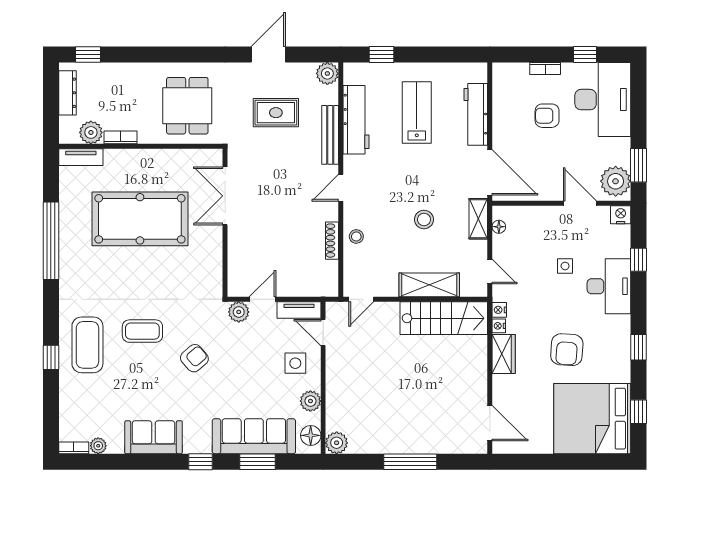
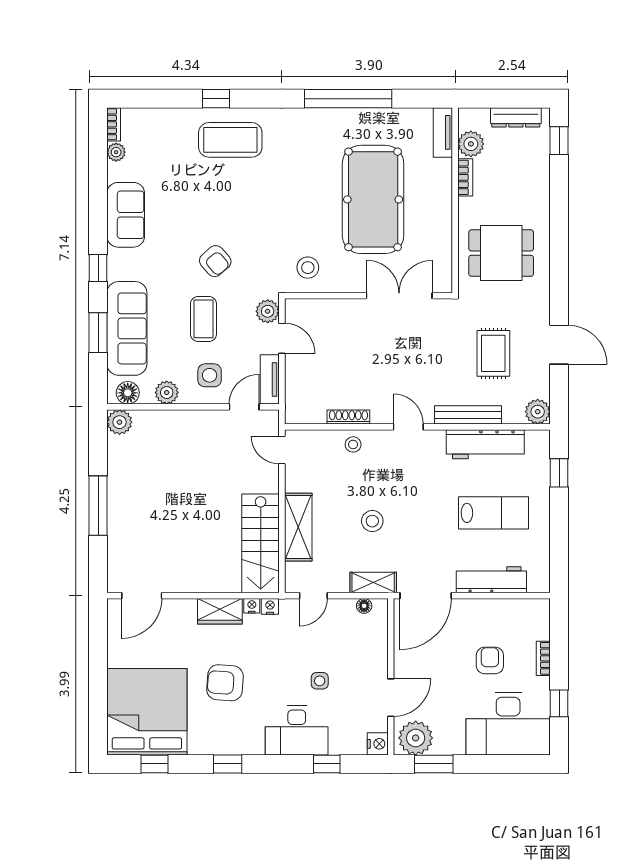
stool: (200, 276) -> (308, 268), added
coffee table: (142, 331) -> (203, 319), moved

